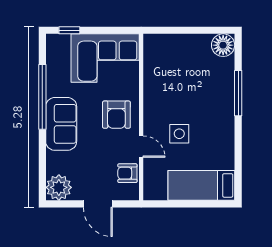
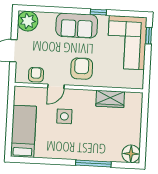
corner sofa: (105, 58) -> (127, 43), moved
wardrobe: (154, 76) -> (110, 99), added
window: (42, 97) -> (98, 12), width x0.32
armchair: (116, 115) -> (82, 69), turned 90

